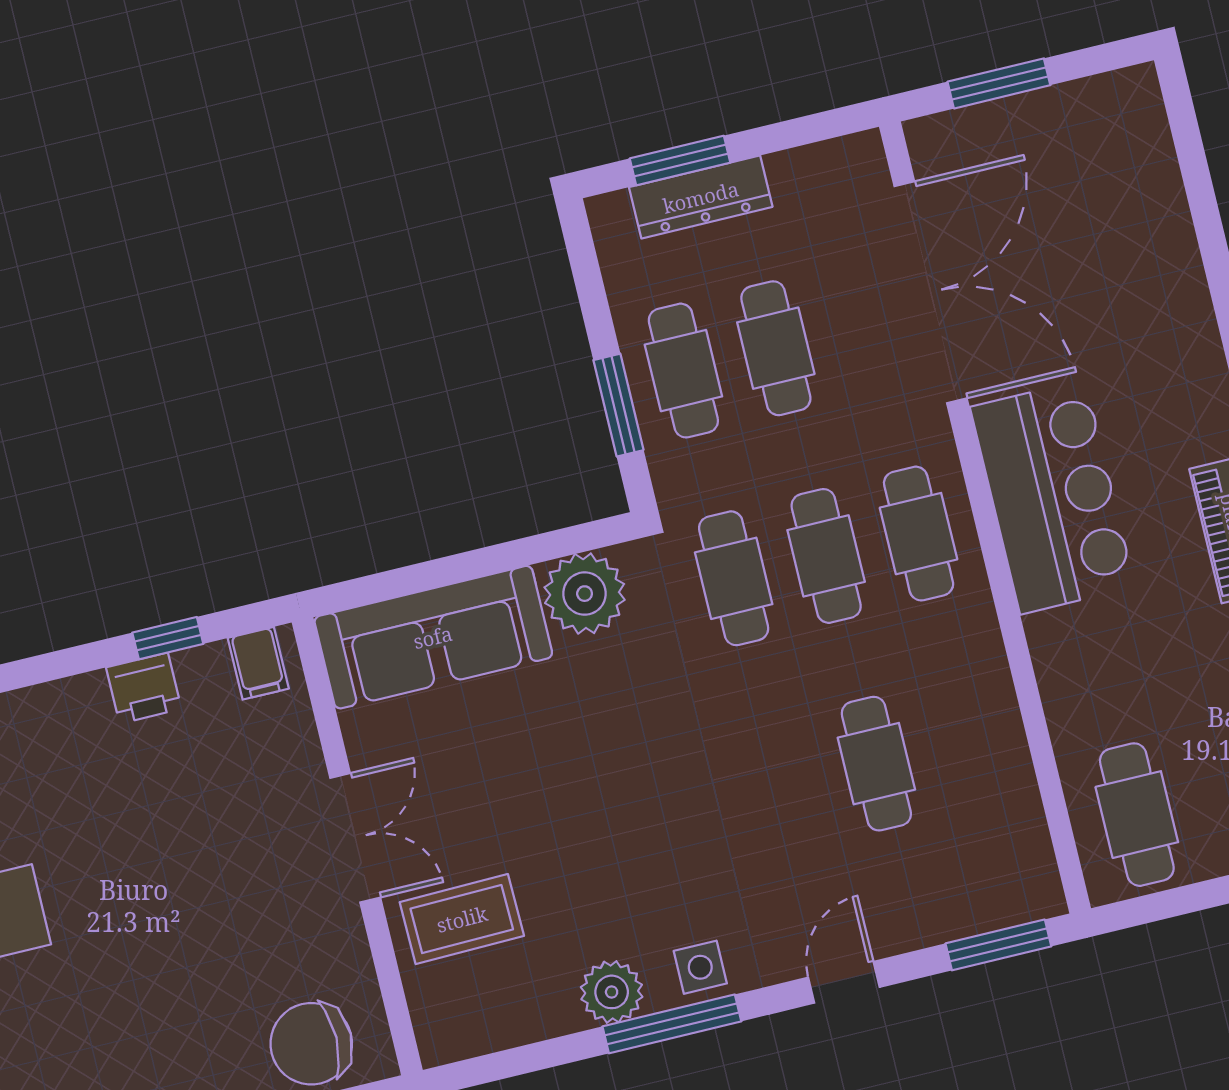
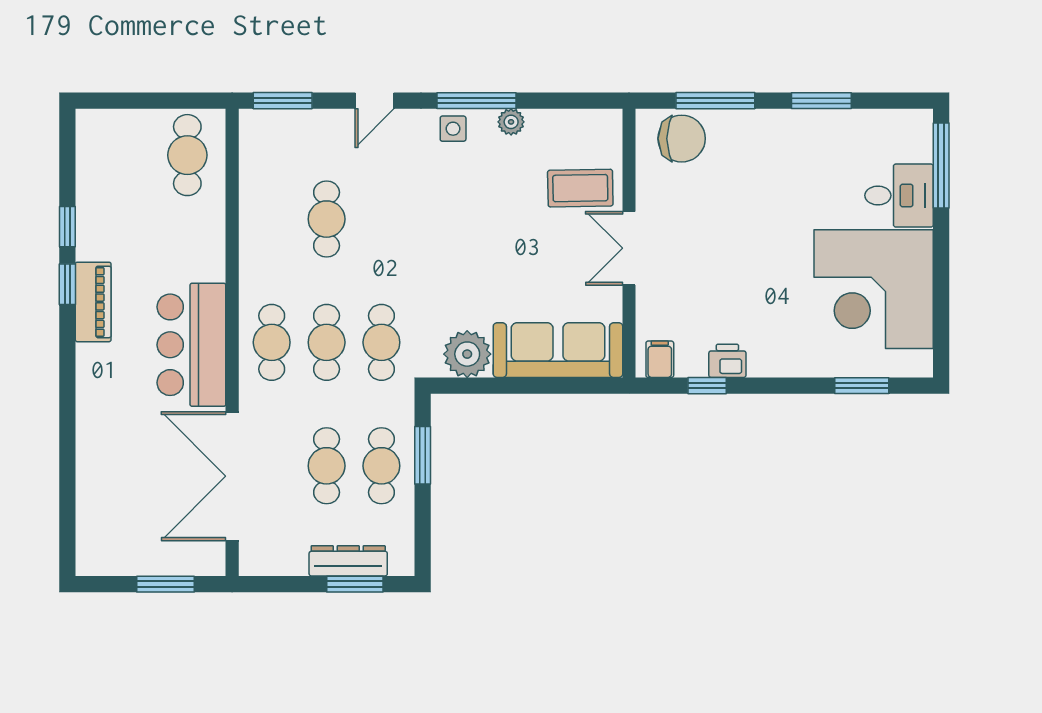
plant: (612, 992) -> (511, 122), width x0.73, depth x0.73

